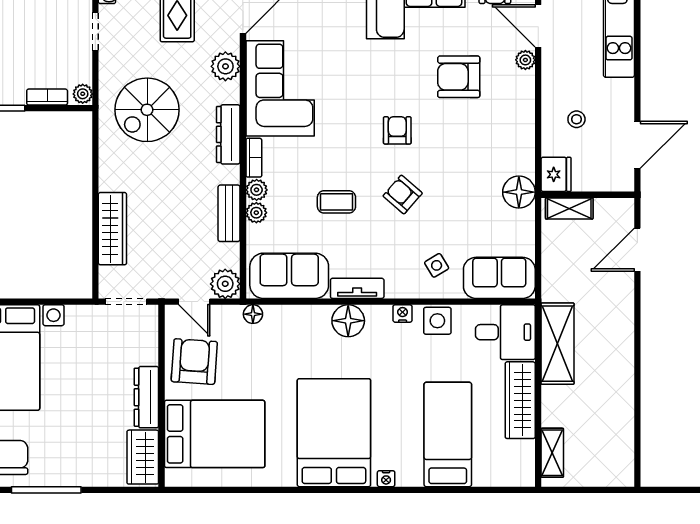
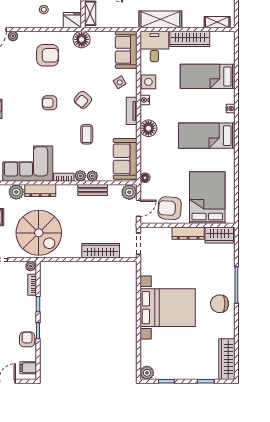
armchair: (459, 77) -> (48, 55), moved, turned -90
spiral stairs: (147, 110) -> (39, 233), width x1.37, depth x1.37
dresser: (228, 134) -> (40, 191), moved
tv unit: (357, 288) -> (132, 111), moved
bed: (334, 433) -> (207, 136), width x0.67

